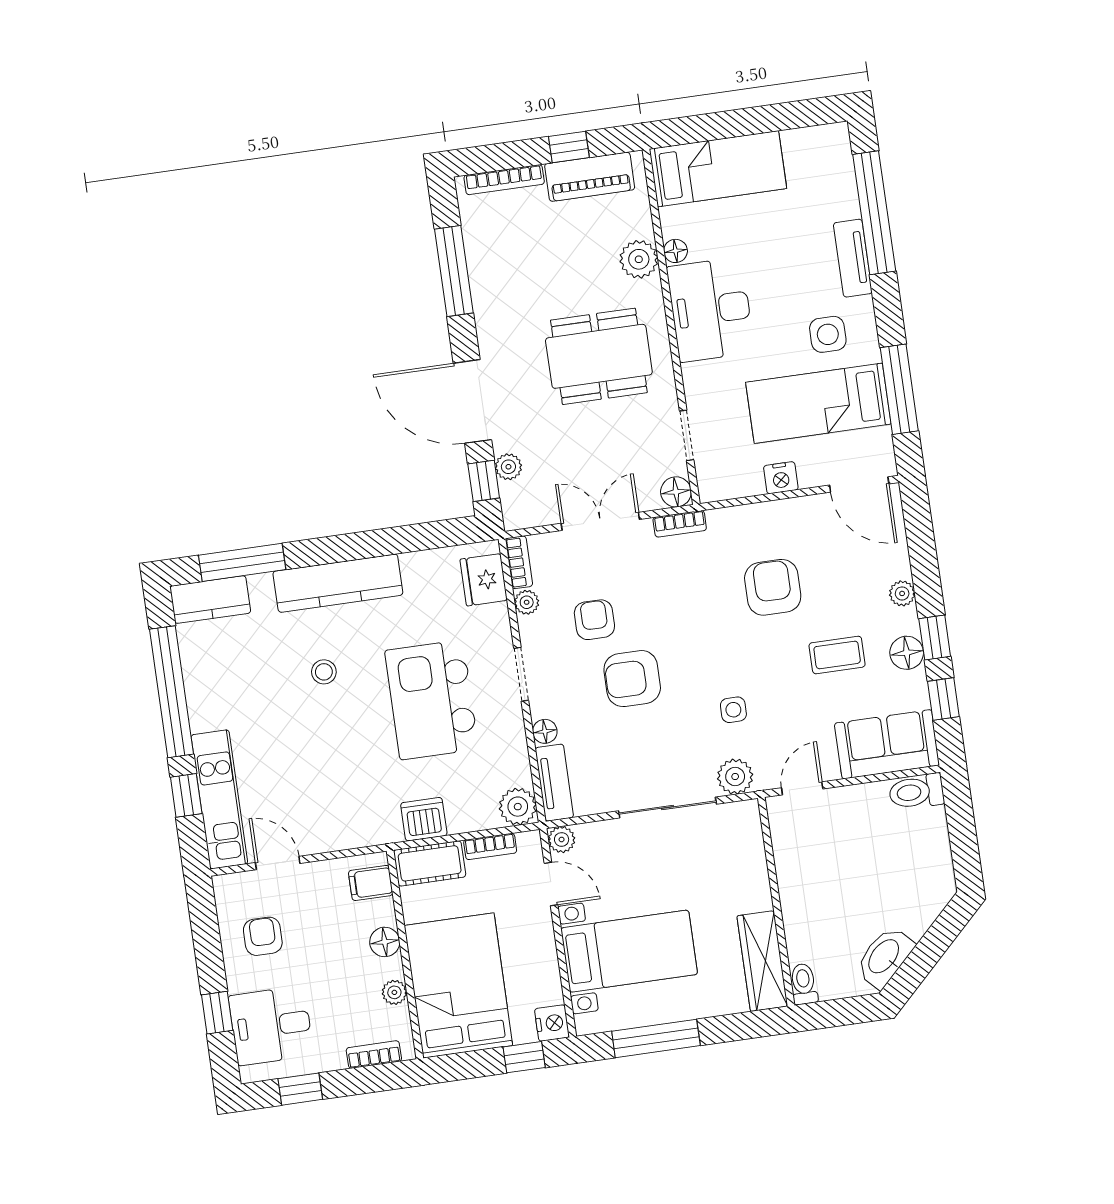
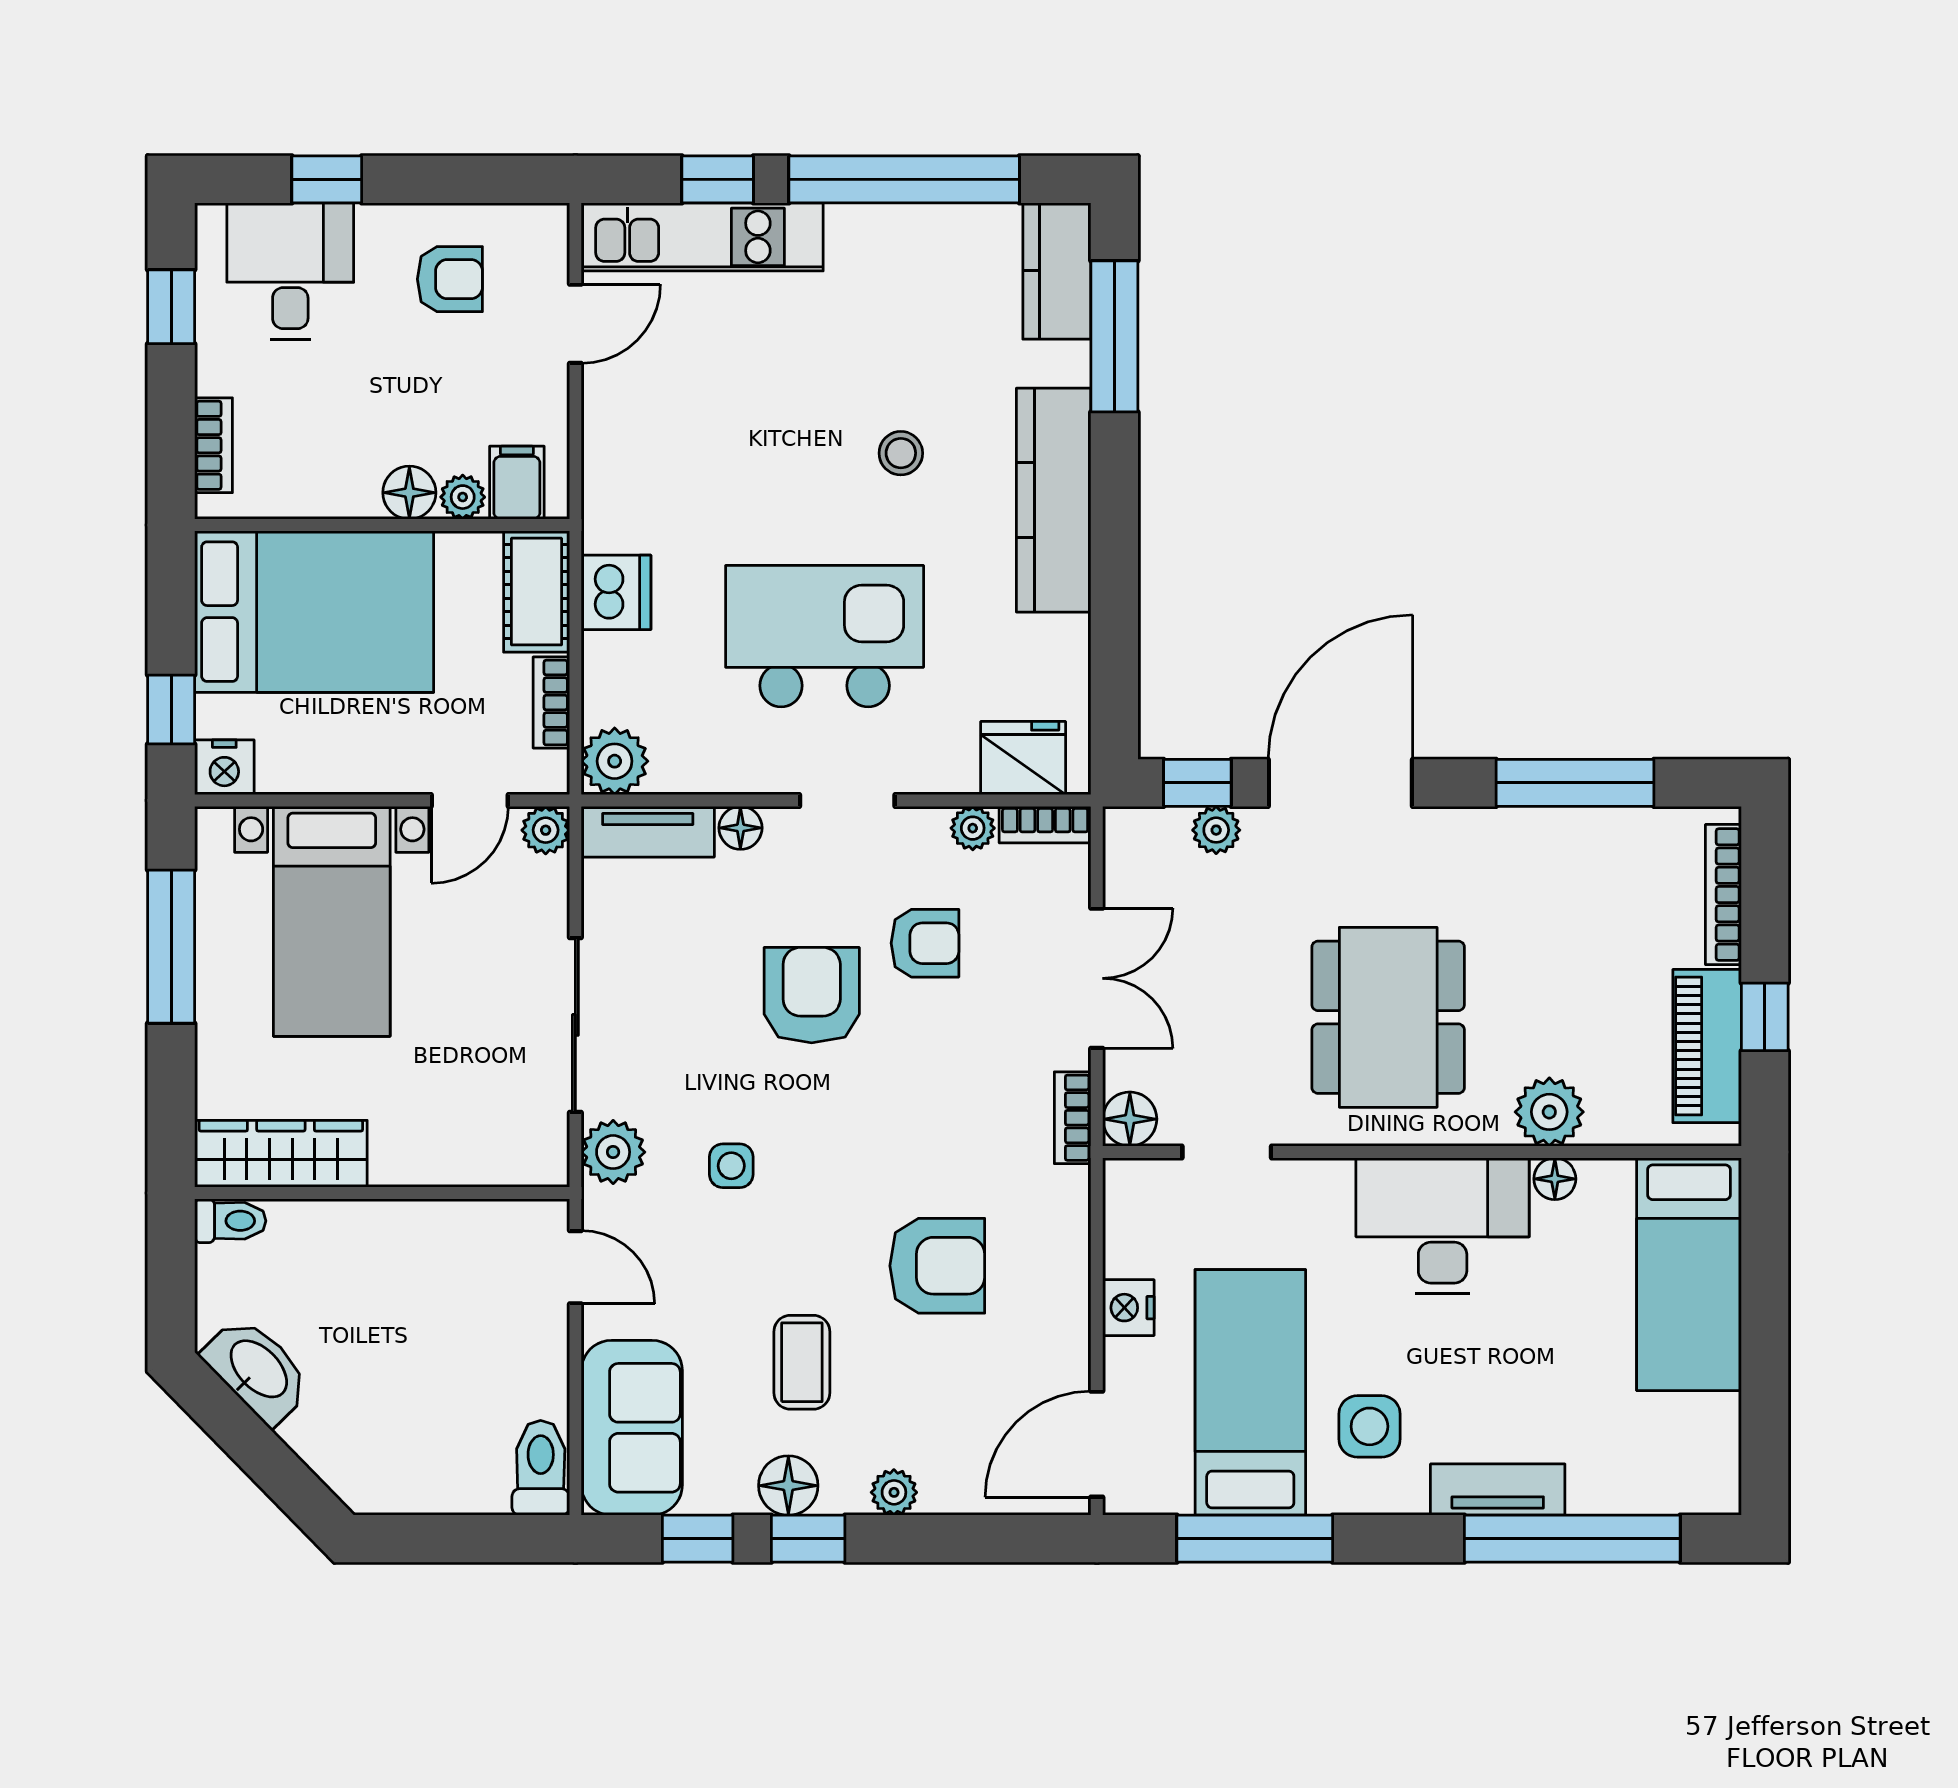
plant: (394, 992) -> (463, 497), moved

